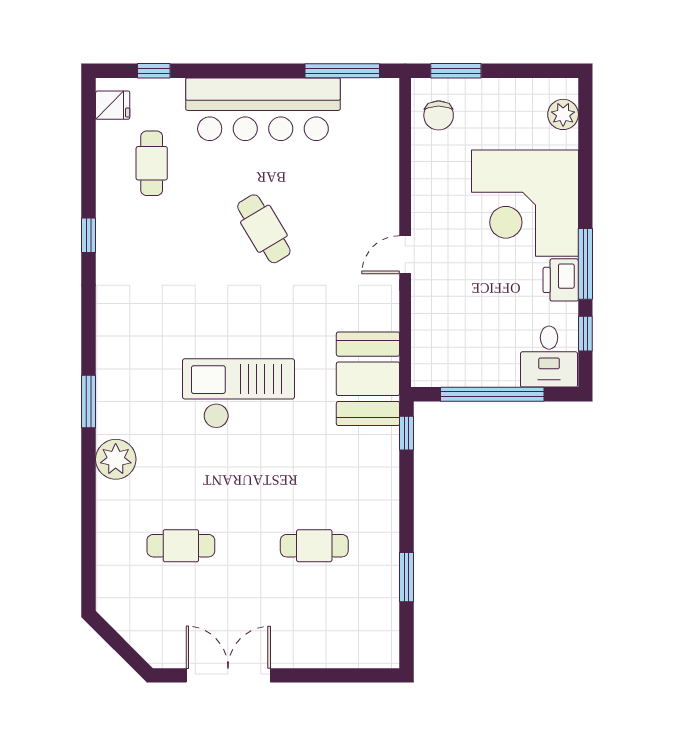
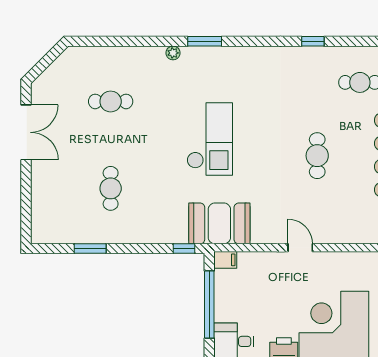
cafe table: (264, 229) -> (317, 156), turned -59
filing cabinet: (424, 370) -> (225, 260), added
plant: (116, 459) -> (173, 53), width x0.53, depth x0.53
cafe table: (181, 546) -> (111, 101), turned 90

